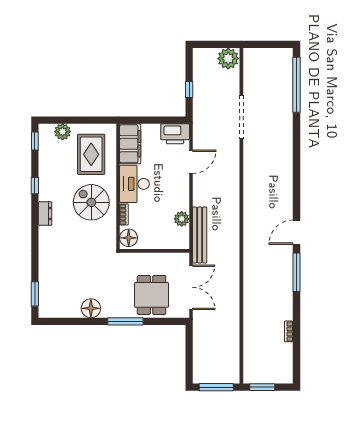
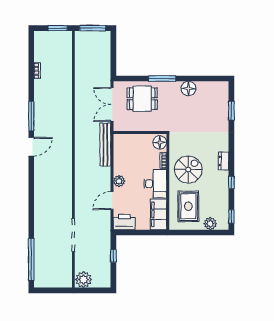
spiral stairs: (91, 202) -> (188, 170), turned -90
plant: (182, 219) -> (119, 181), moved
window: (35, 294) -> (231, 111), moved
dining table: (152, 295) -> (142, 99), turned 90

